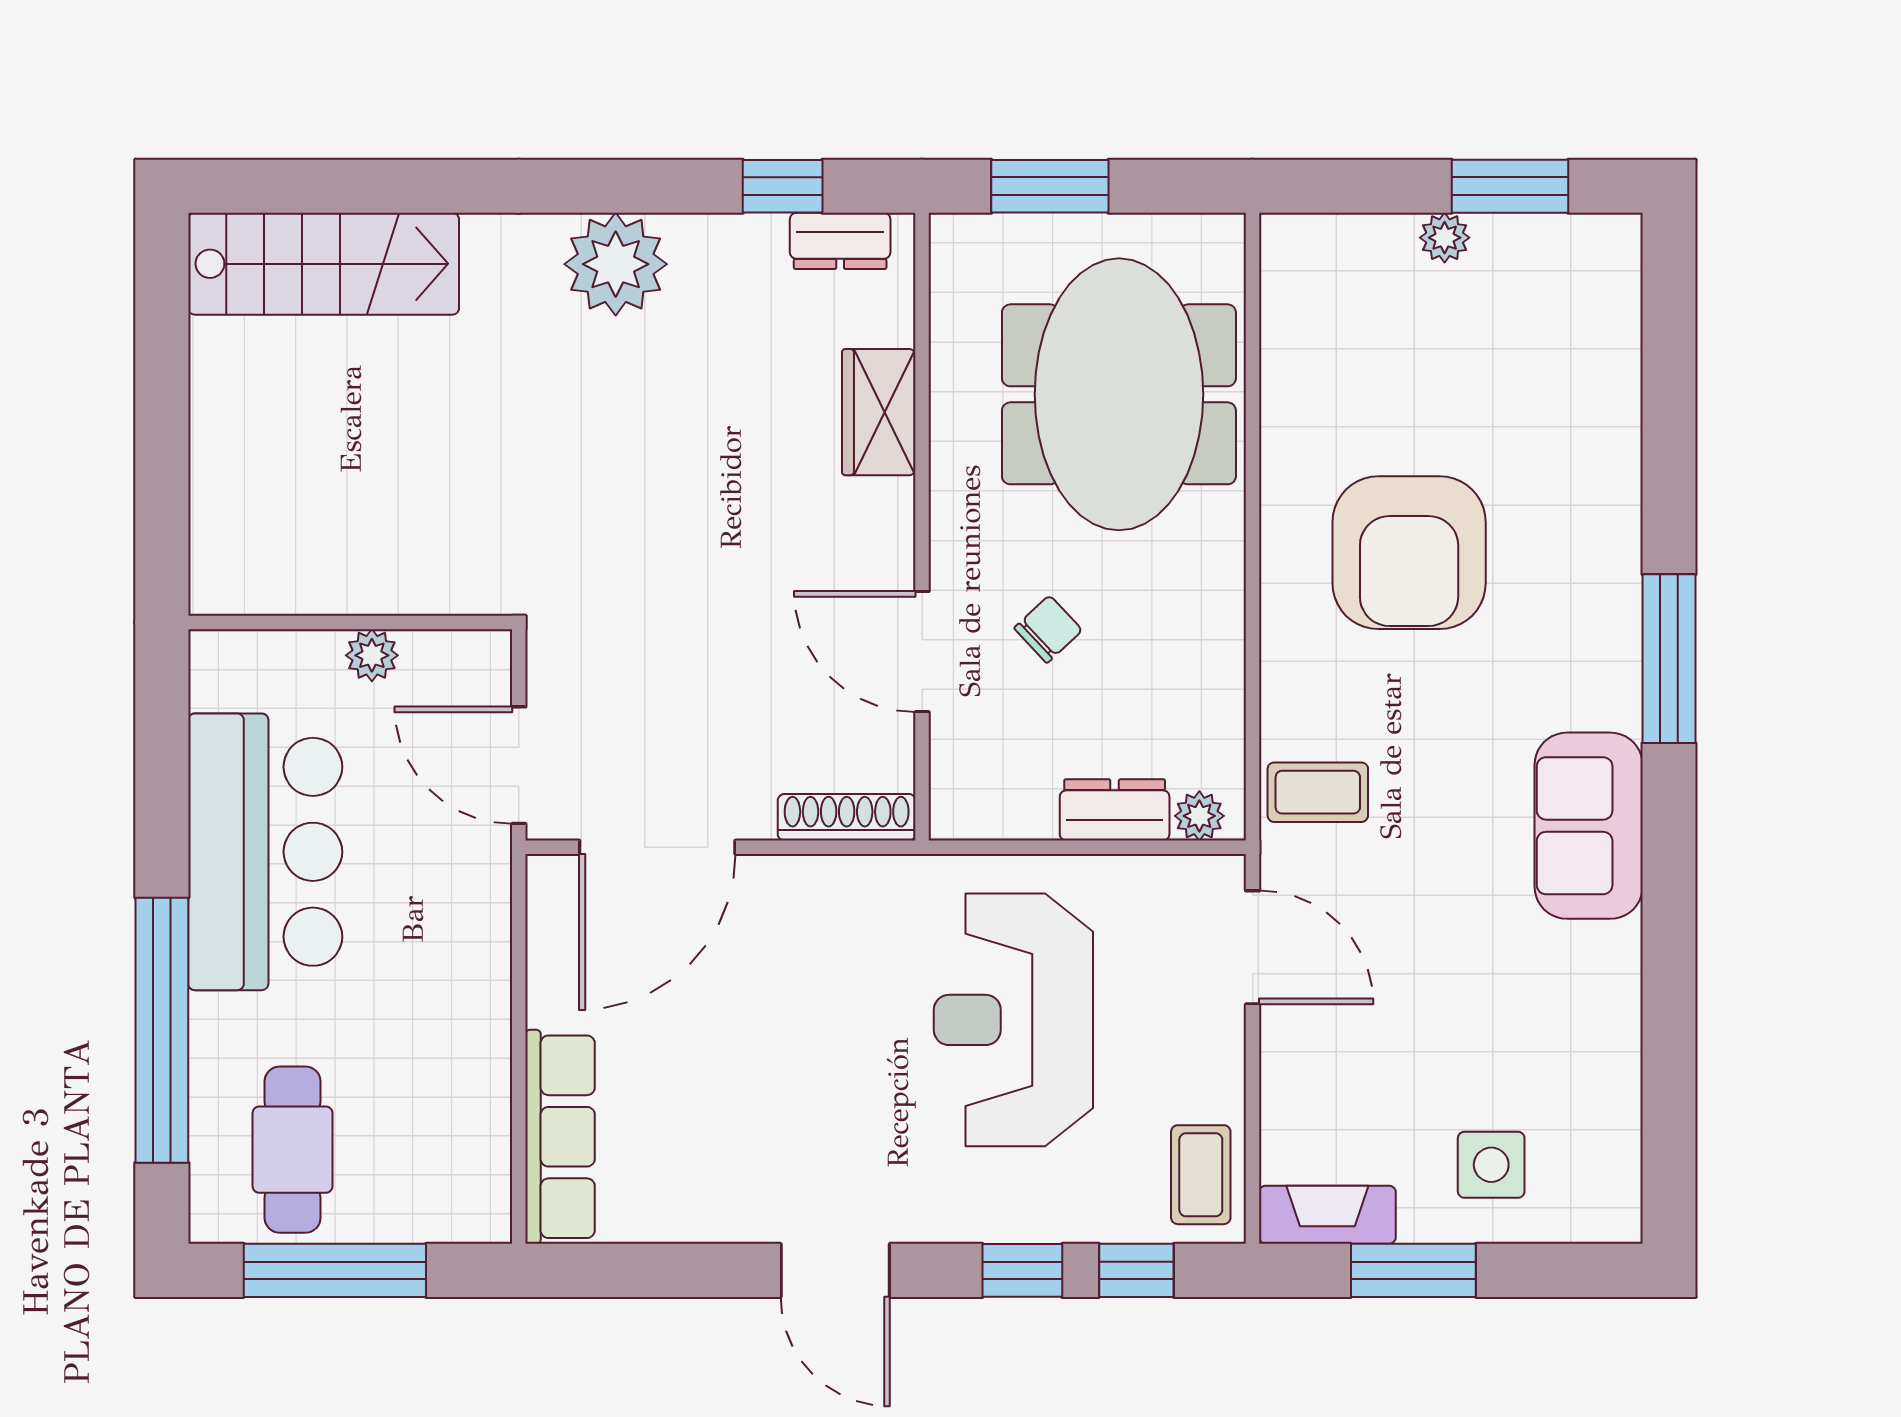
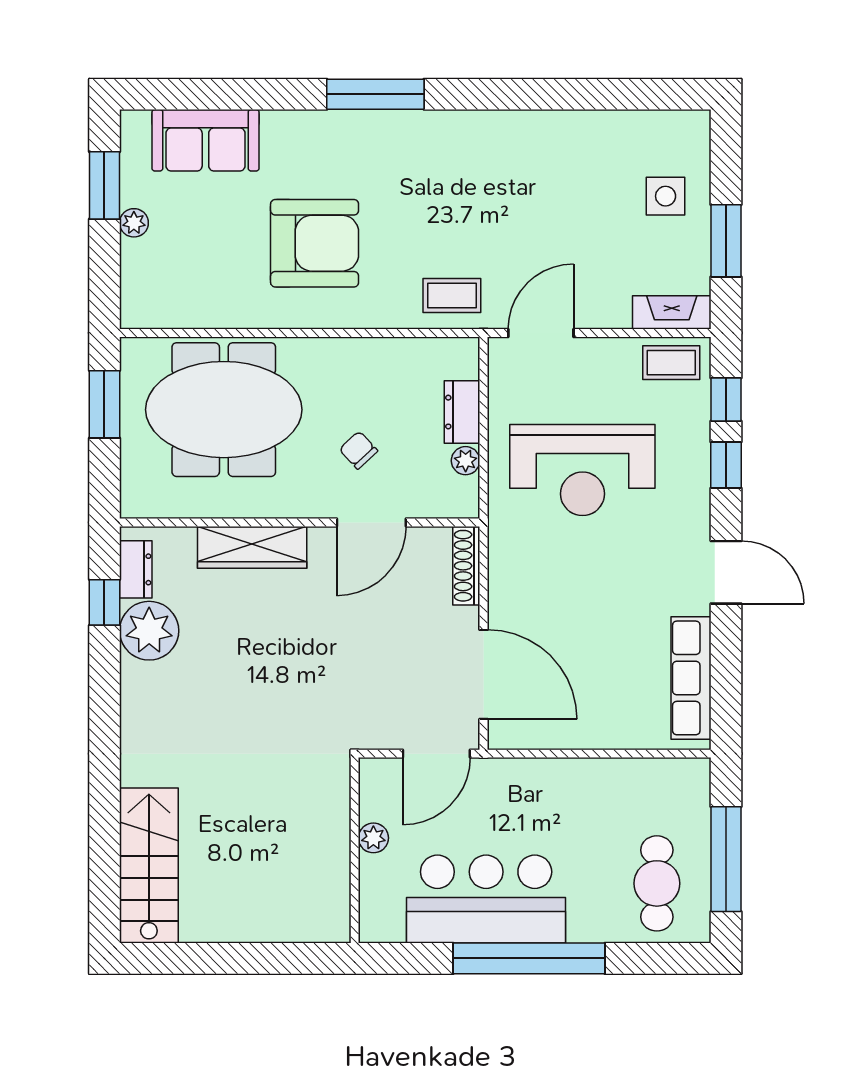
window: (1050, 186) -> (104, 404), moved
plant: (616, 264) -> (149, 631), moved
wardrobe: (879, 412) -> (252, 547), width x1.50
coffee table: (1318, 792) -> (452, 296), turned 90
plant: (1199, 816) -> (466, 461), moved
sofa: (1589, 826) -> (205, 140), moved
window: (162, 1030) -> (529, 958), moved
row of seats: (560, 1137) -> (691, 678), moved, turned -90
cafe table: (293, 1150) -> (657, 883), turned 90
fireplace: (1327, 1215) -> (672, 312), moved, turned 90
door: (835, 1270) -> (726, 572), hinge flipped

